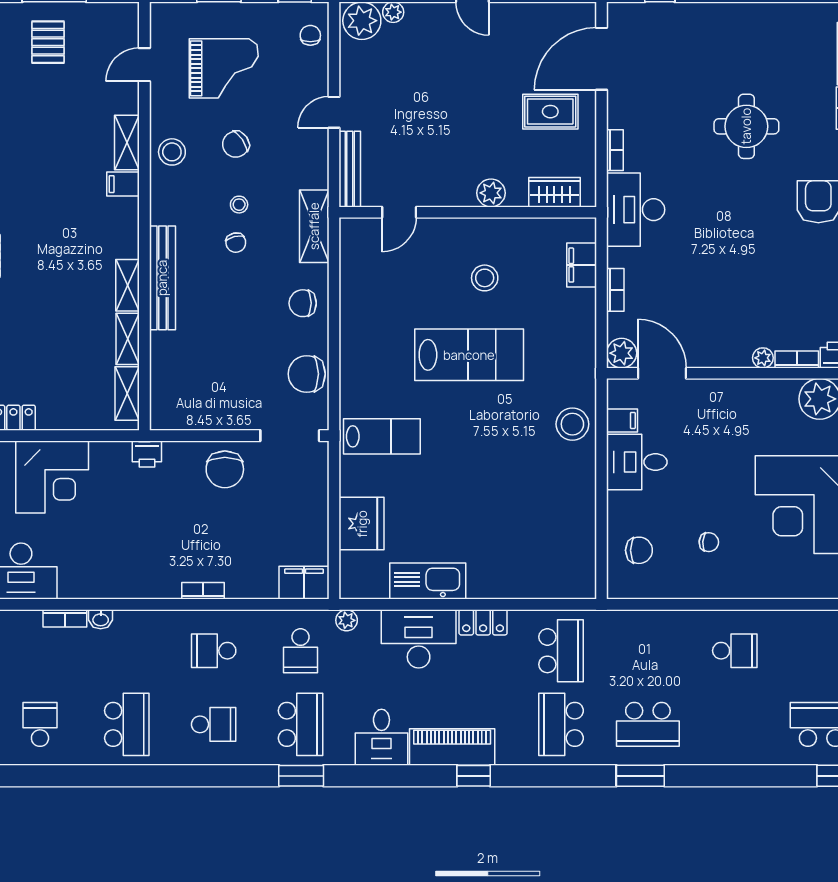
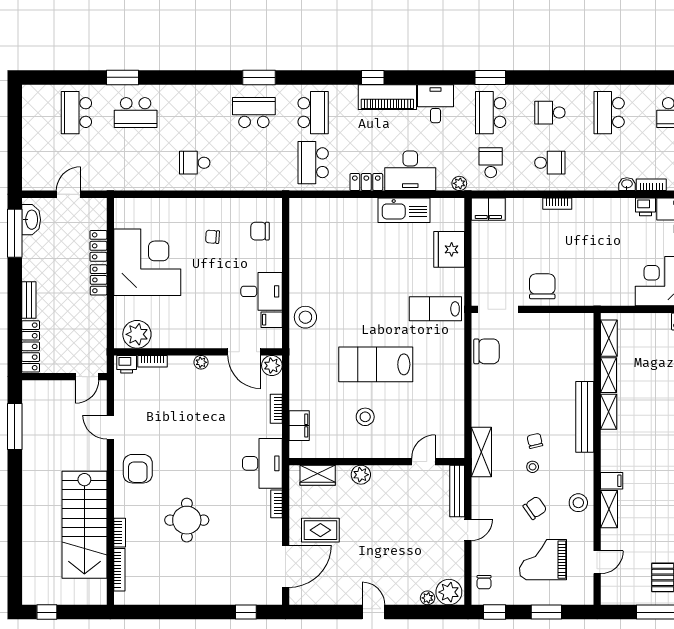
chair: (303, 303) -> (489, 400), removed
plant: (763, 358) -> (201, 362), moved
printer: (147, 454) -> (645, 207), moved, turned 180

